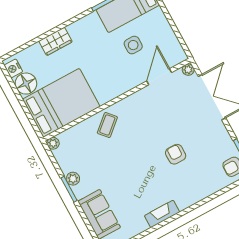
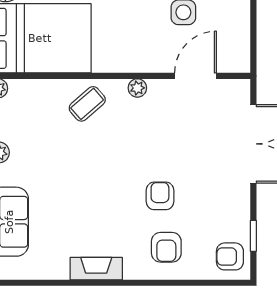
plant: (188, 70) -> (137, 88), moved
armchair: (195, 181) -> (166, 247), added

